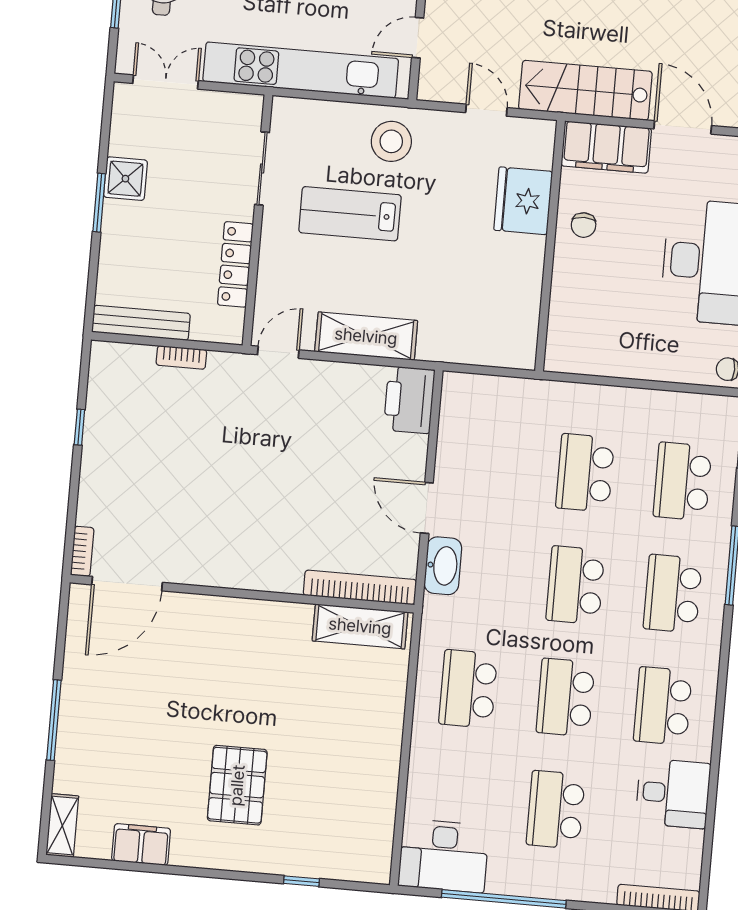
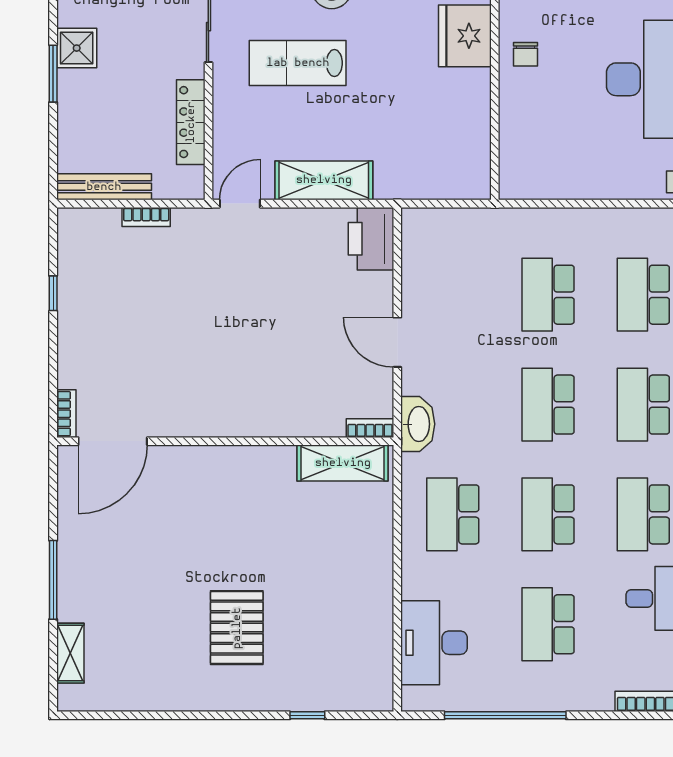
washbasin: (443, 566) -> (418, 424), moved
bookcase: (360, 587) -> (370, 428), width x0.43, depth x0.76
shelving: (62, 826) -> (70, 653), moved
filing cabinet: (141, 845) -> (148, 693), removed
desk: (444, 856) -> (434, 643), moved, turned 90

